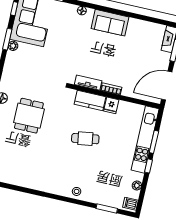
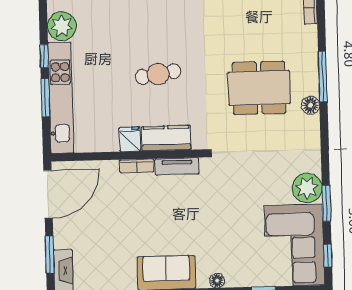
plant: (13, 46) -> (307, 188), width x1.88, depth x1.88
dining table: (29, 116) -> (259, 88), width x1.38
plant: (137, 186) -> (62, 26), width x1.87, depth x1.87

